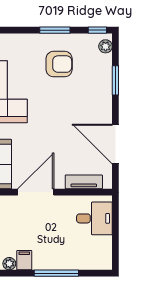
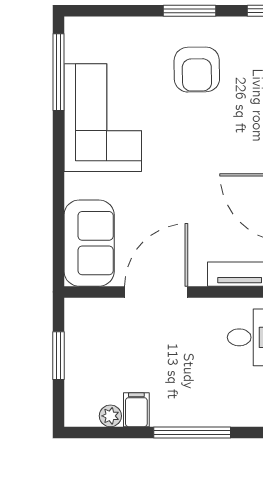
armchair: (59, 64) -> (197, 70), turned 89

